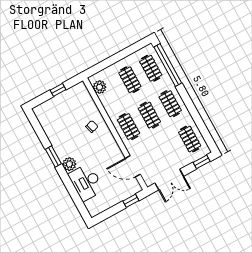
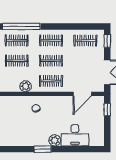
plant: (100, 87) -> (26, 86), moved

